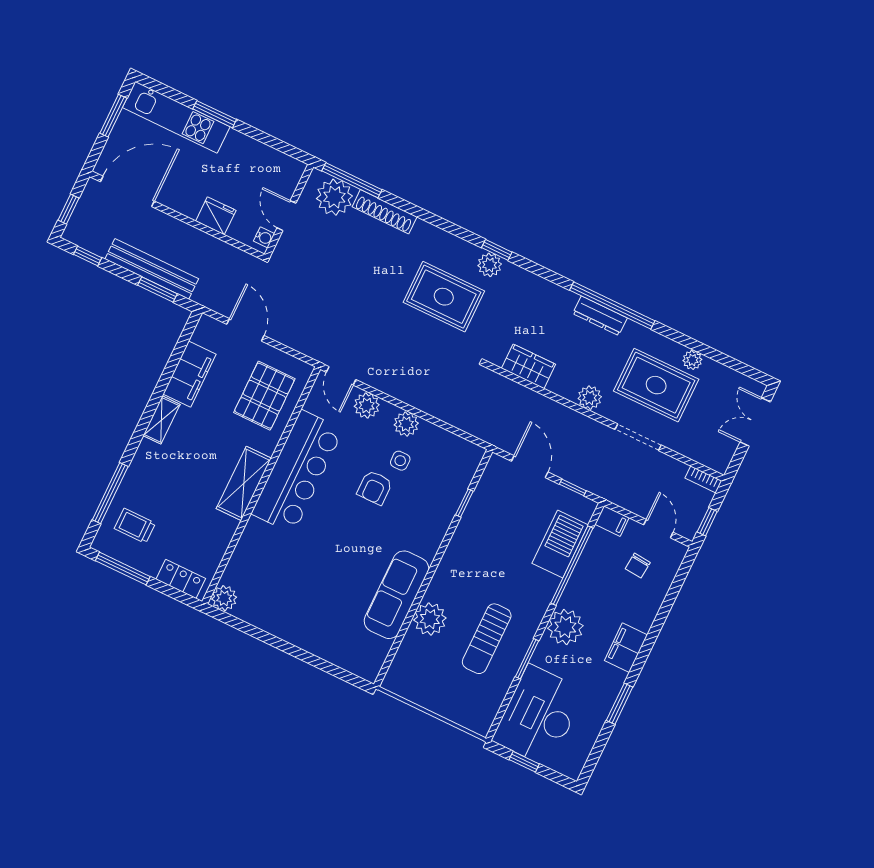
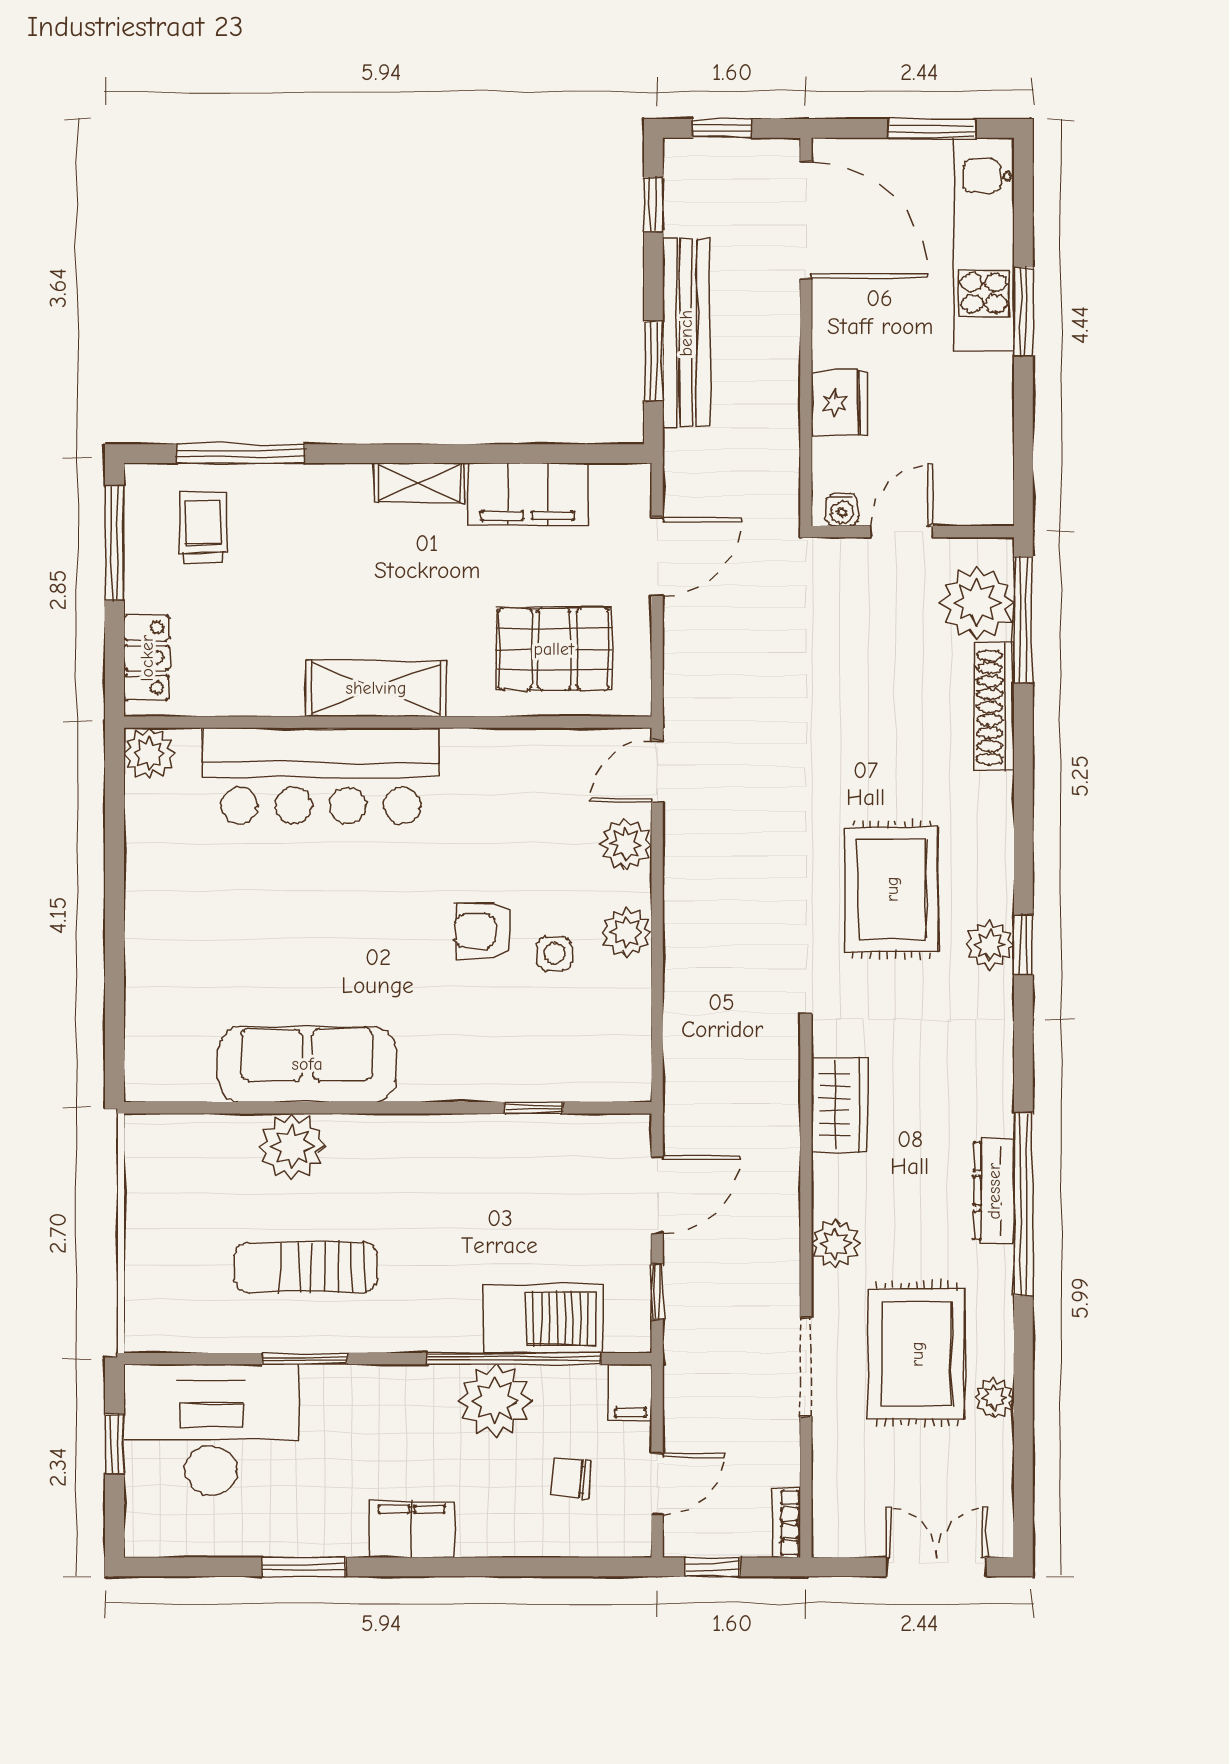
bar counter: (297, 472) -> (321, 776), moved
plant: (565, 627) -> (495, 1401), moved

